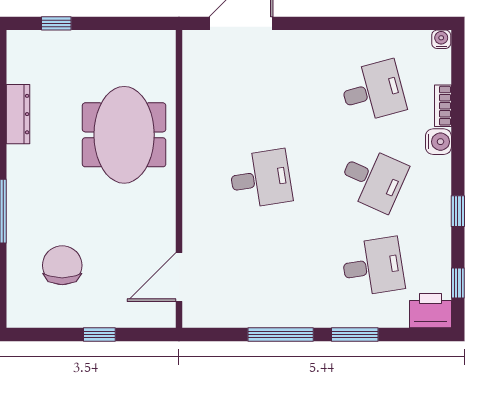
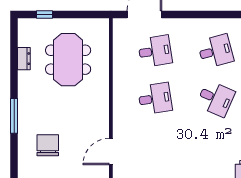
dresser: (18, 114) -> (24, 59), width x0.70
meeting table: (124, 135) -> (68, 60), moved
desk: (373, 267) -> (155, 51), moved

